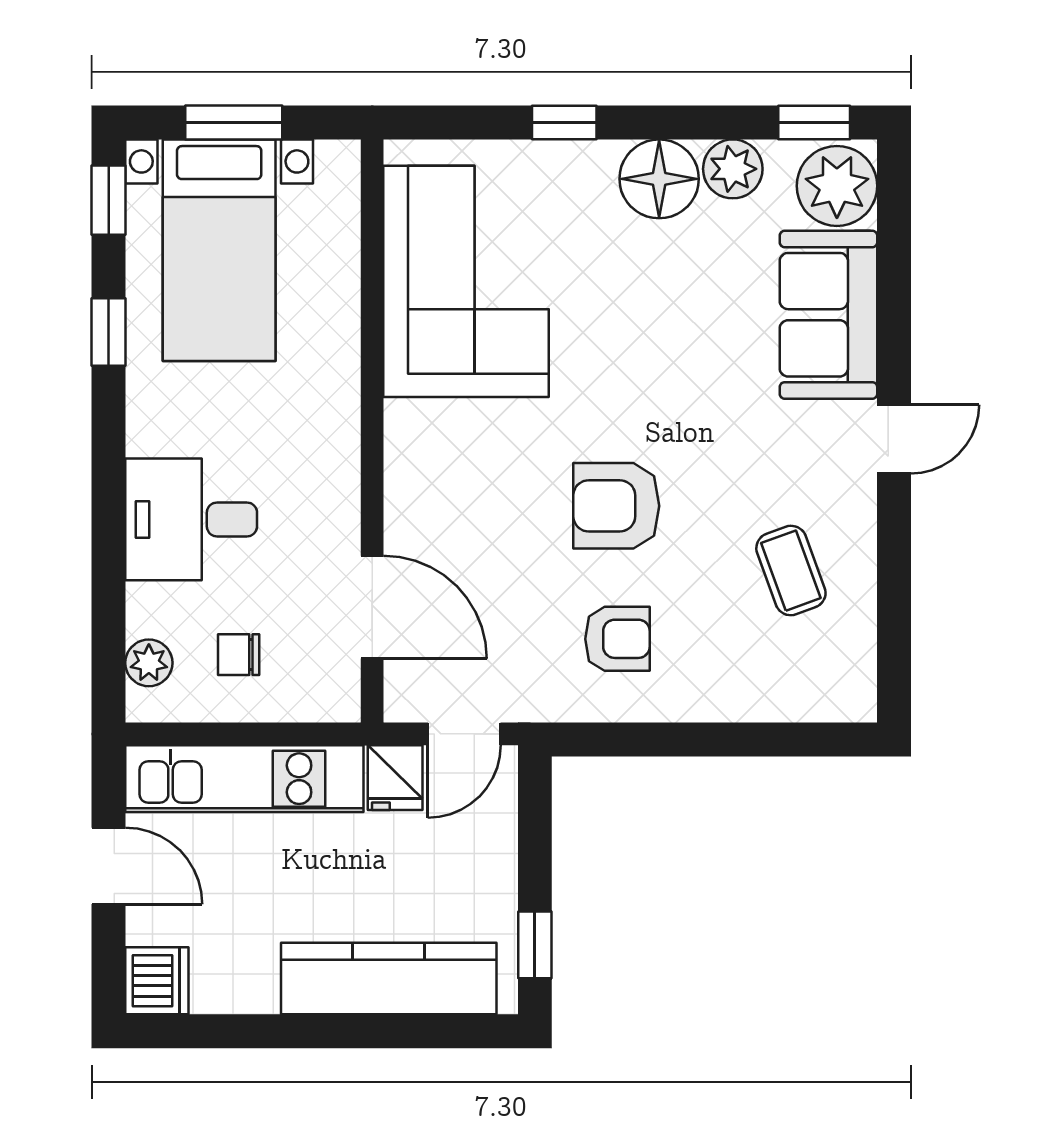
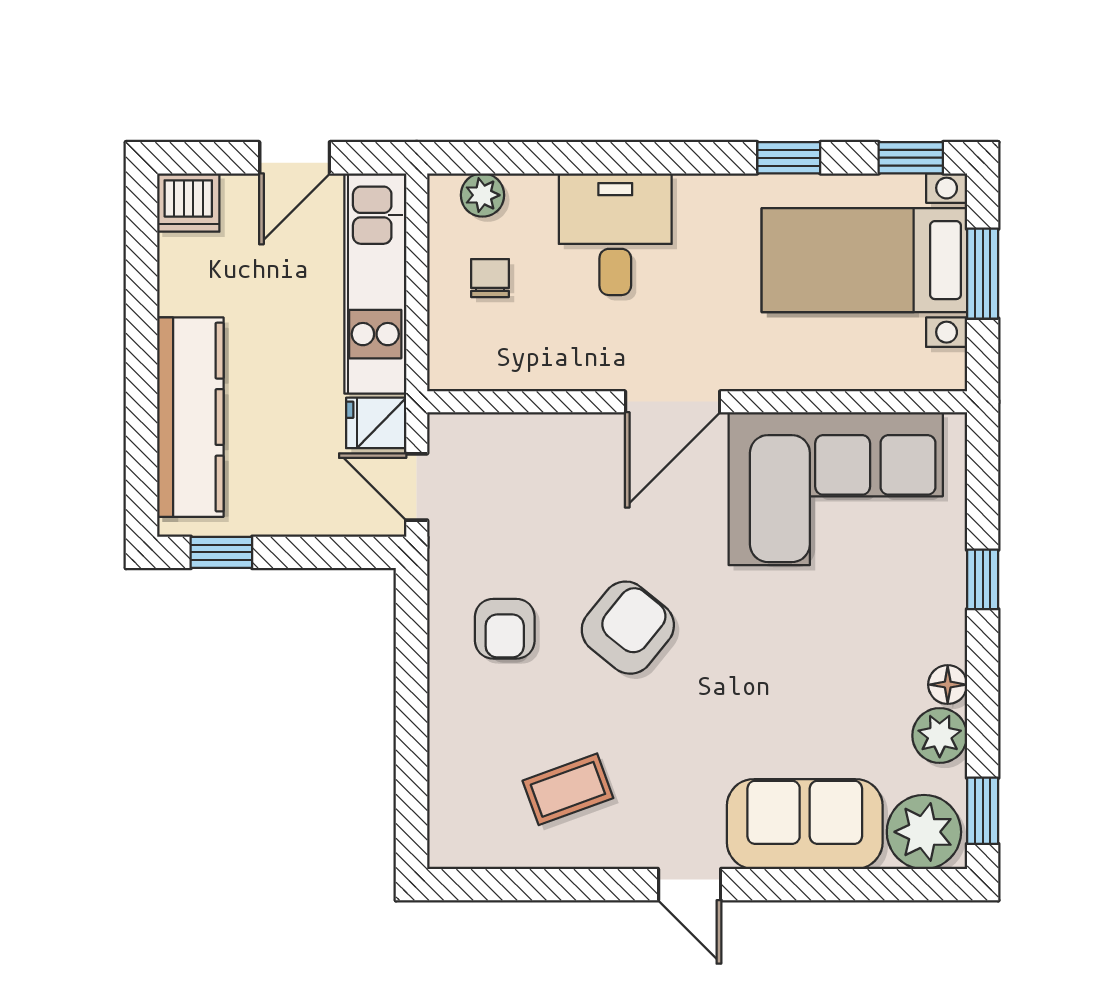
floor lamp: (659, 179) -> (948, 685), width x0.53, depth x0.53
armchair: (616, 506) -> (628, 628), turned 39
door: (372, 607) -> (673, 402), moved

